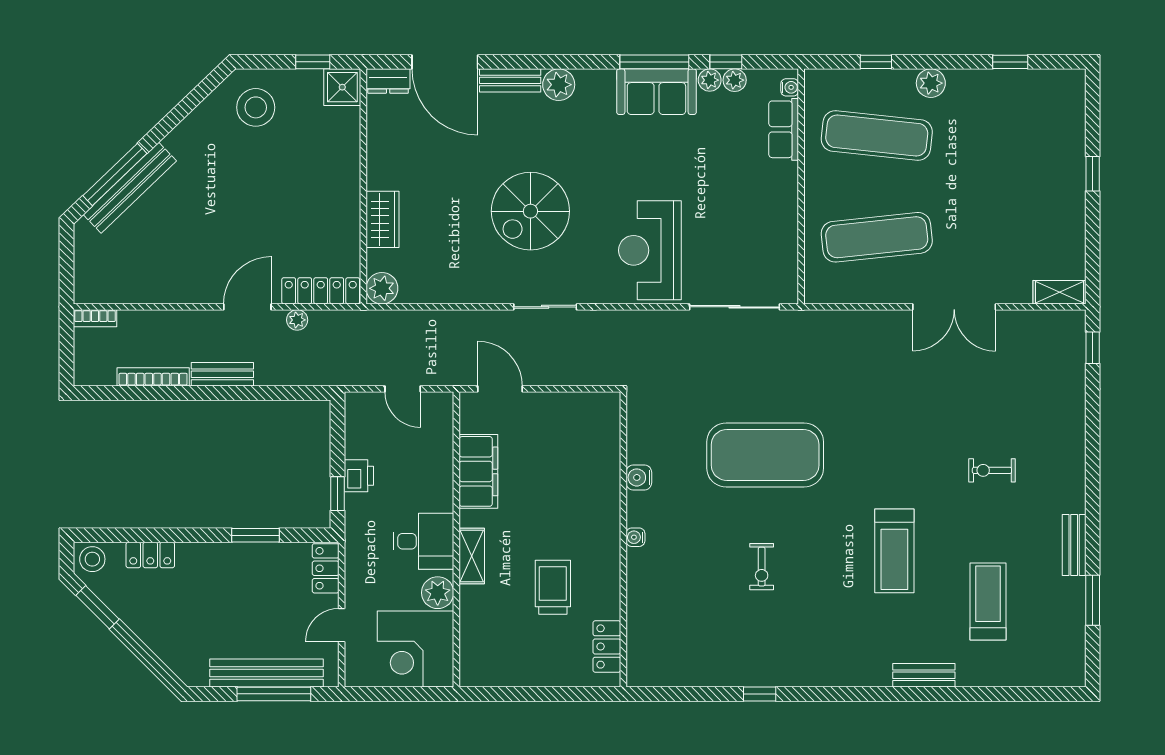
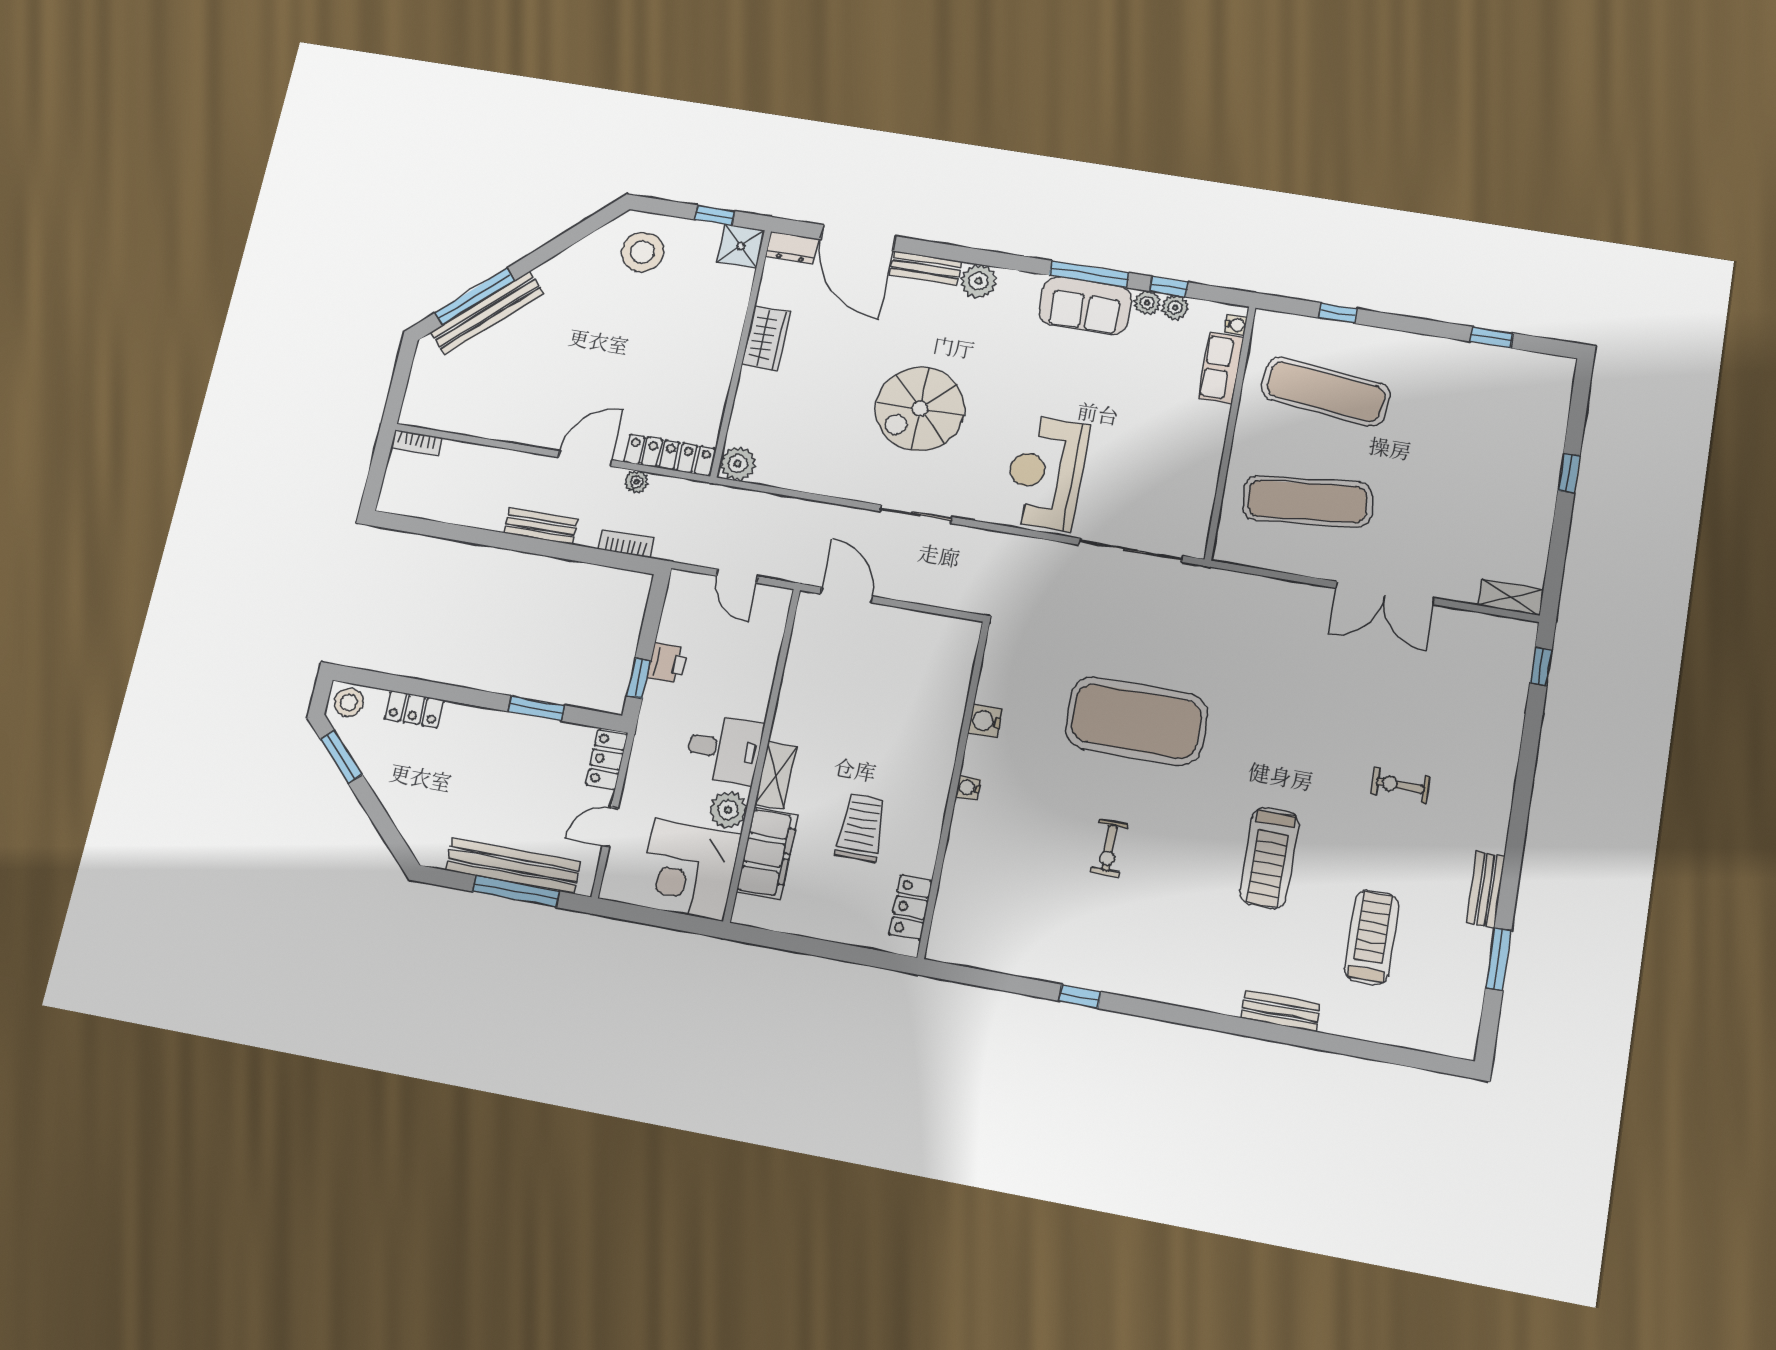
plant: (931, 83) -> (1397, 346), removed
wardrobe: (383, 219) -> (766, 338), moved
bookcase: (153, 377) -> (626, 544), moved, width x0.64
filing cabinet: (478, 471) -> (767, 853), moved

